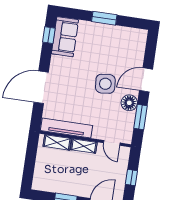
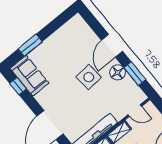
window: (104, 18) -> (30, 45), moved

